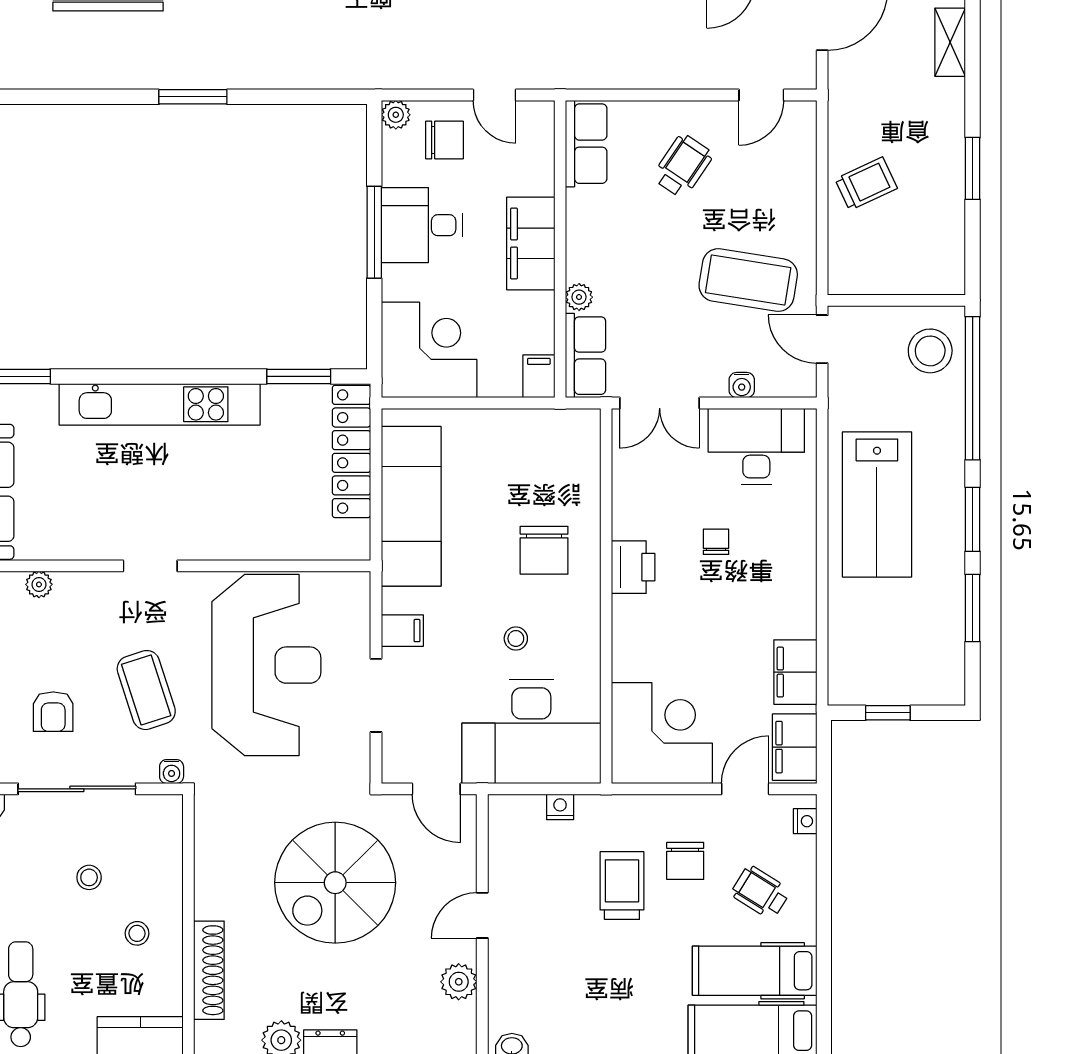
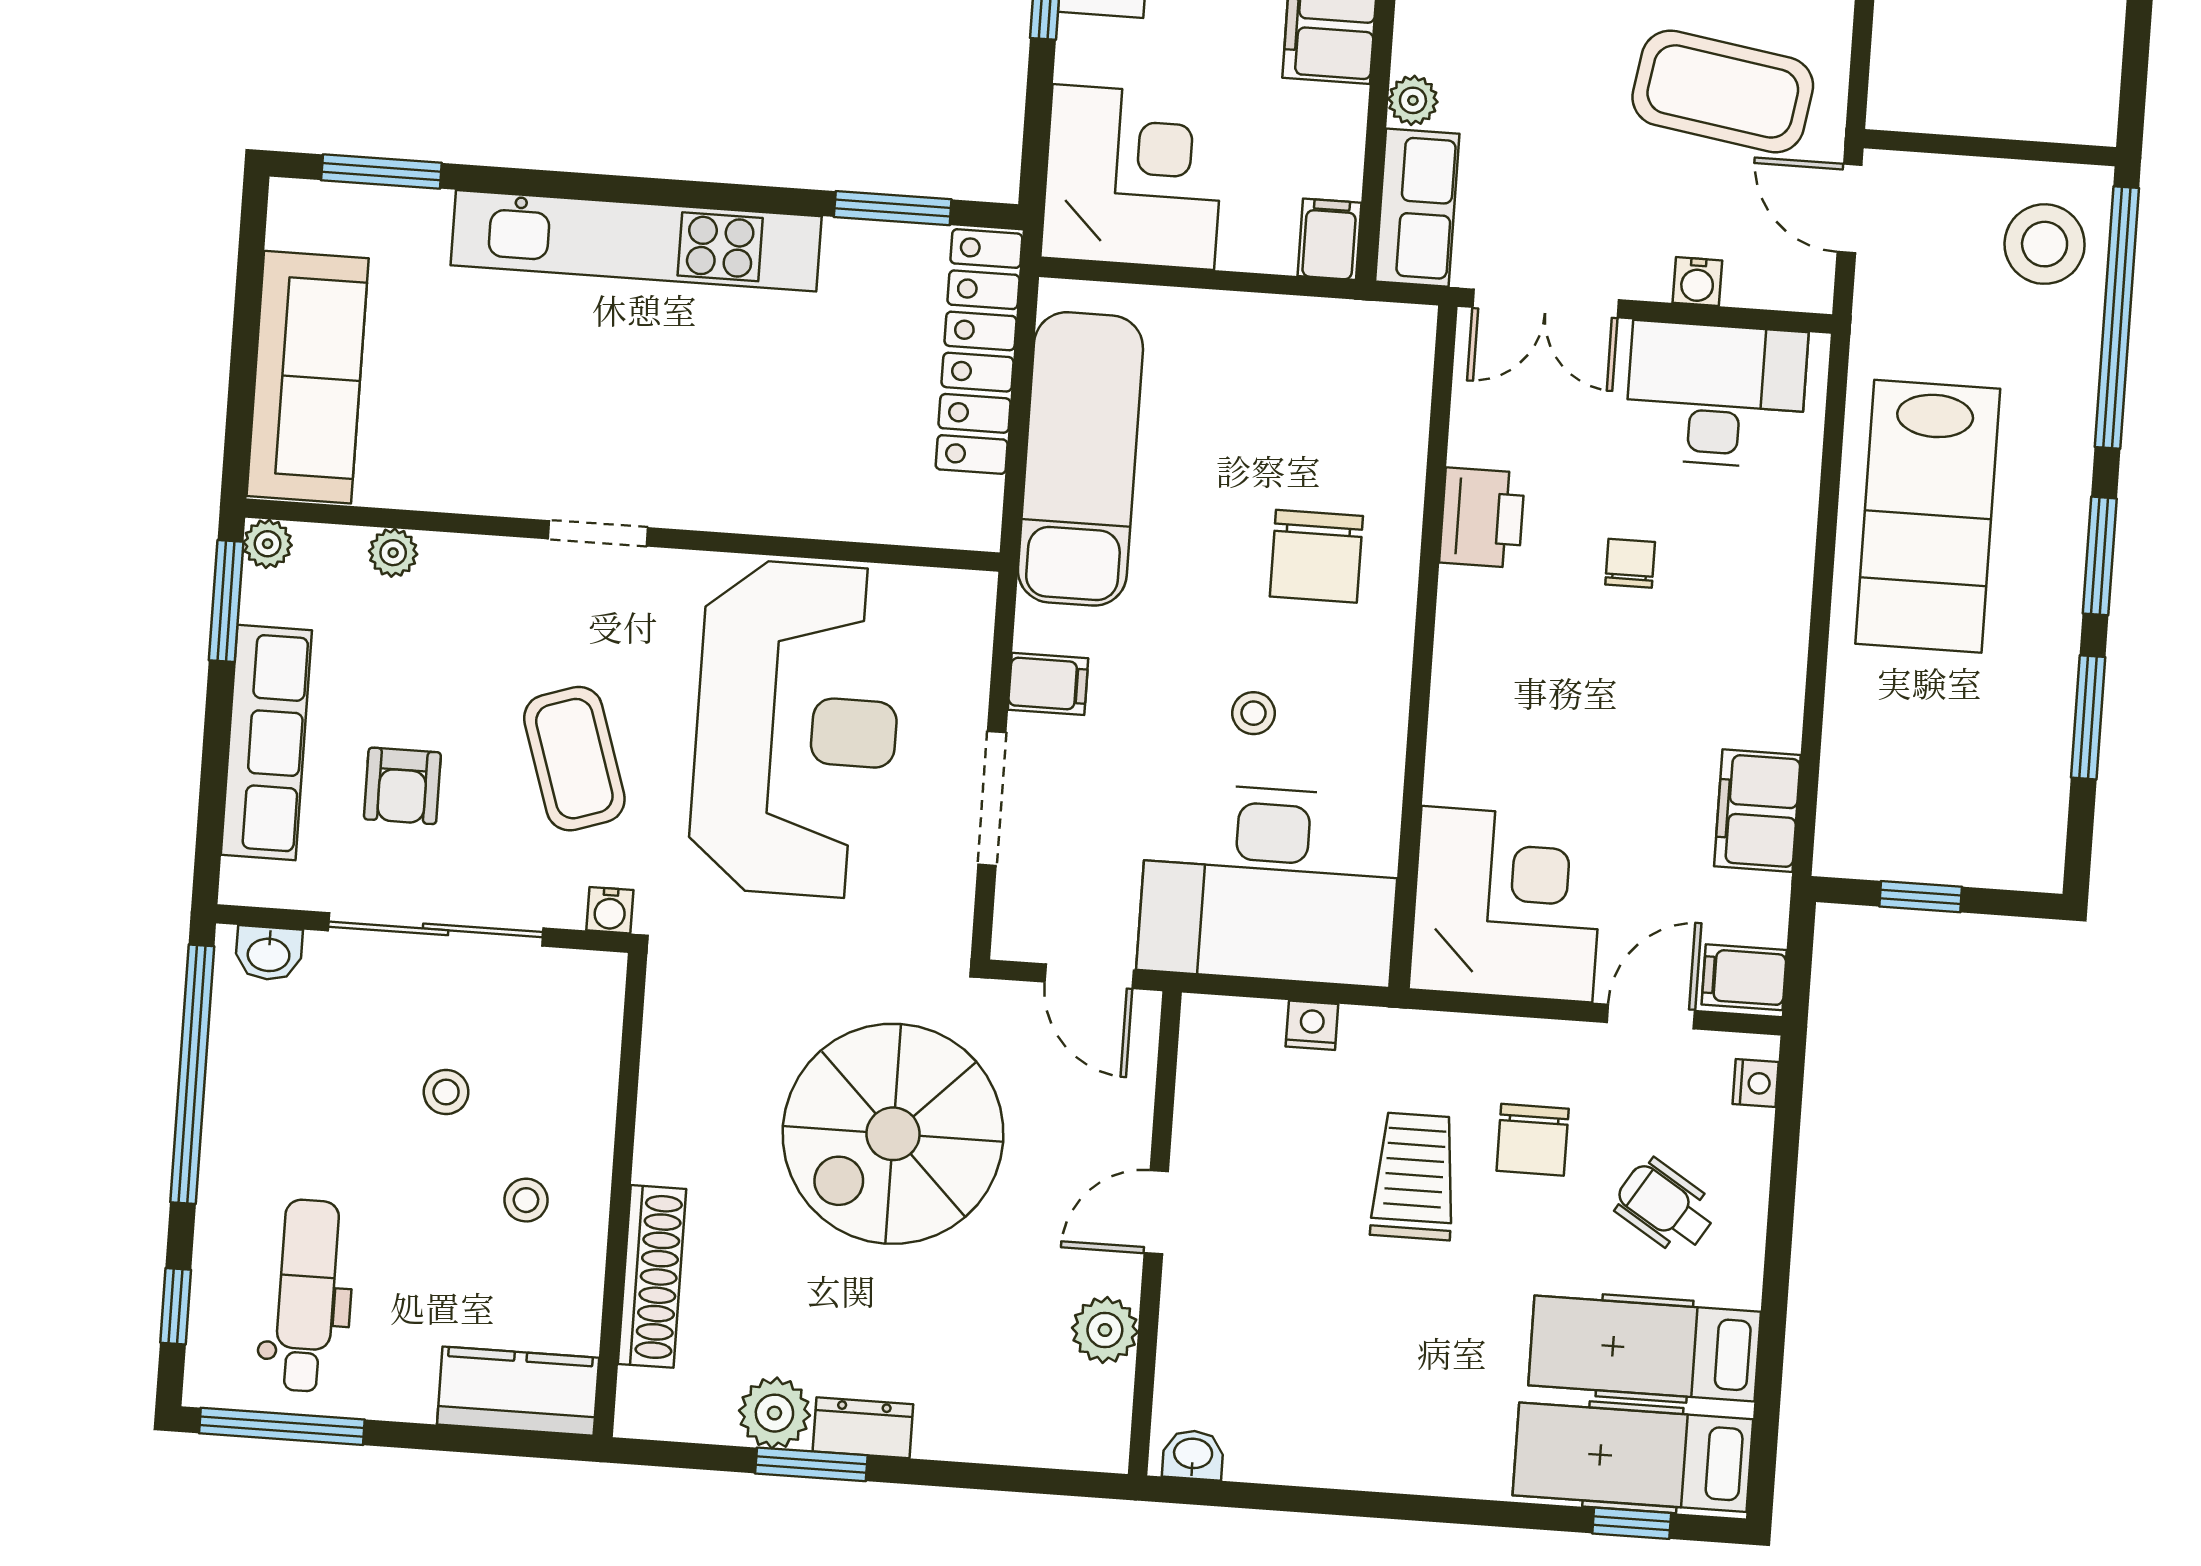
printer: (633, 567) -> (1482, 518), moved
filing cabinet: (795, 747) -> (1744, 977), width x0.50

